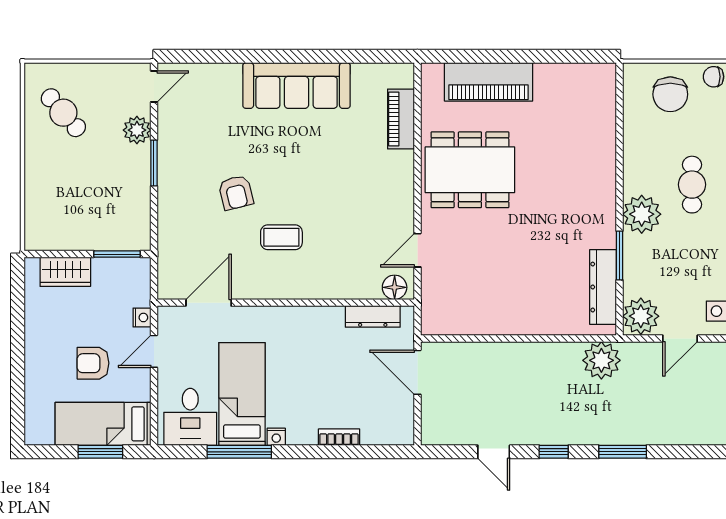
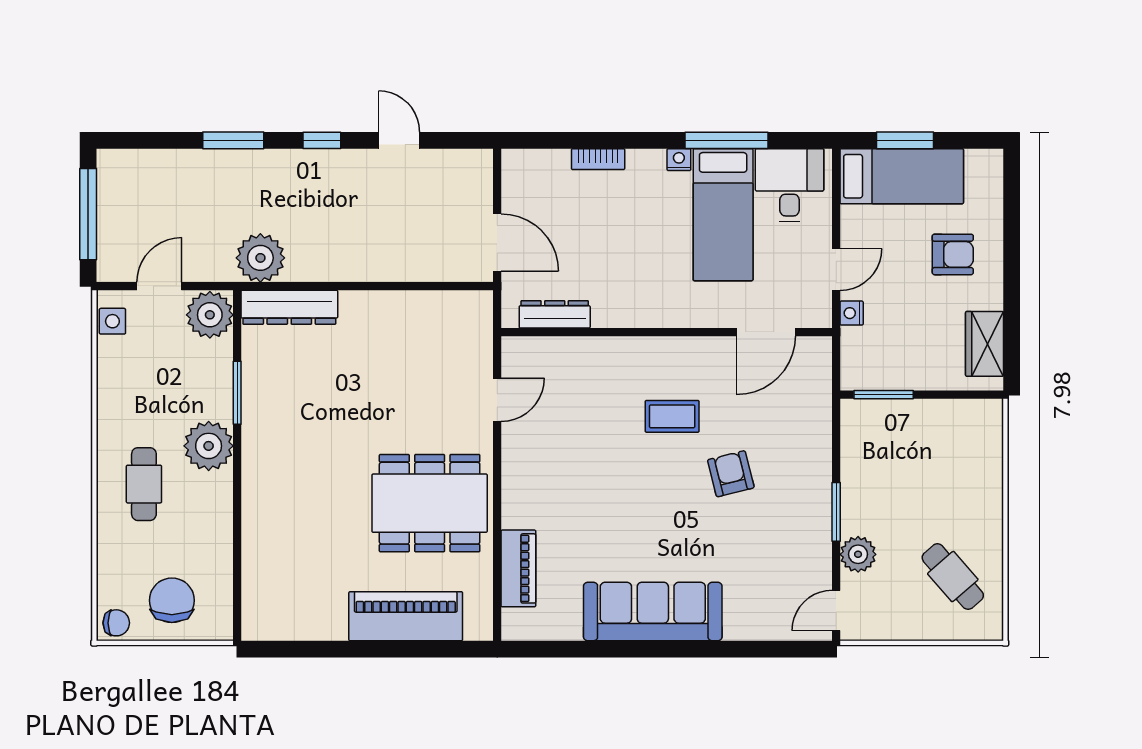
wardrobe: (65, 272) -> (985, 344), moved, turned -90
floor lamp: (395, 287) -> (527, 352), removed
dresser: (603, 287) -> (289, 307), moved, turned 90
armchair: (93, 363) -> (953, 254), moved

